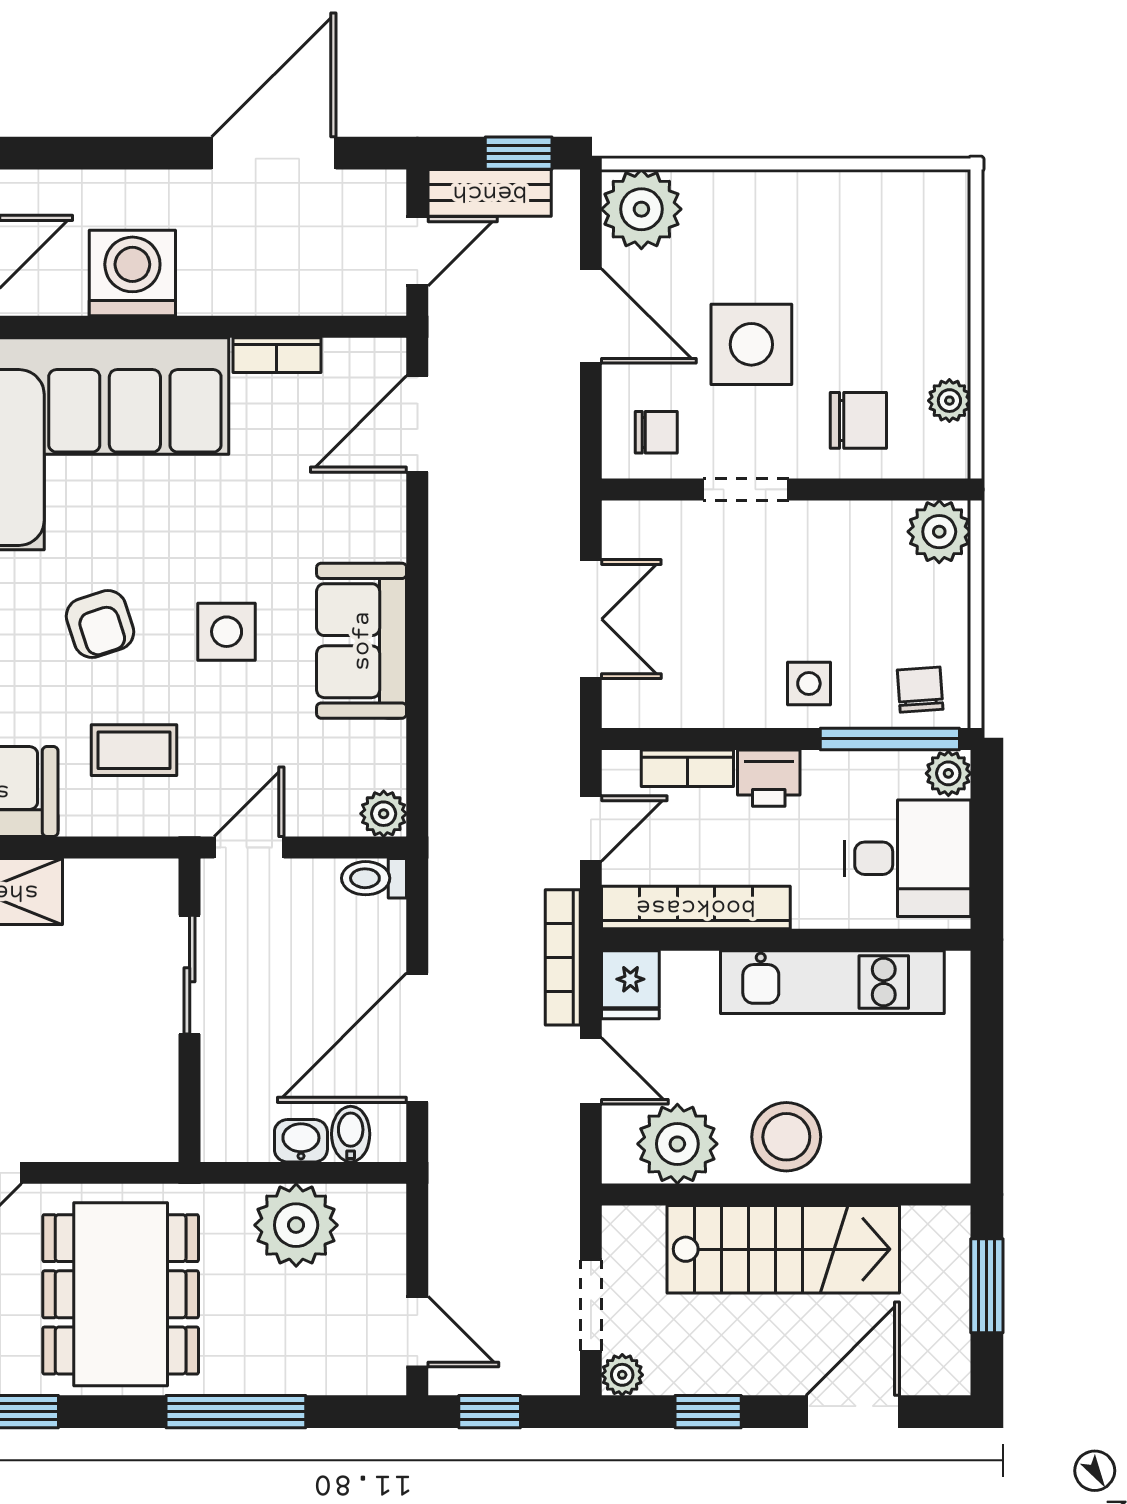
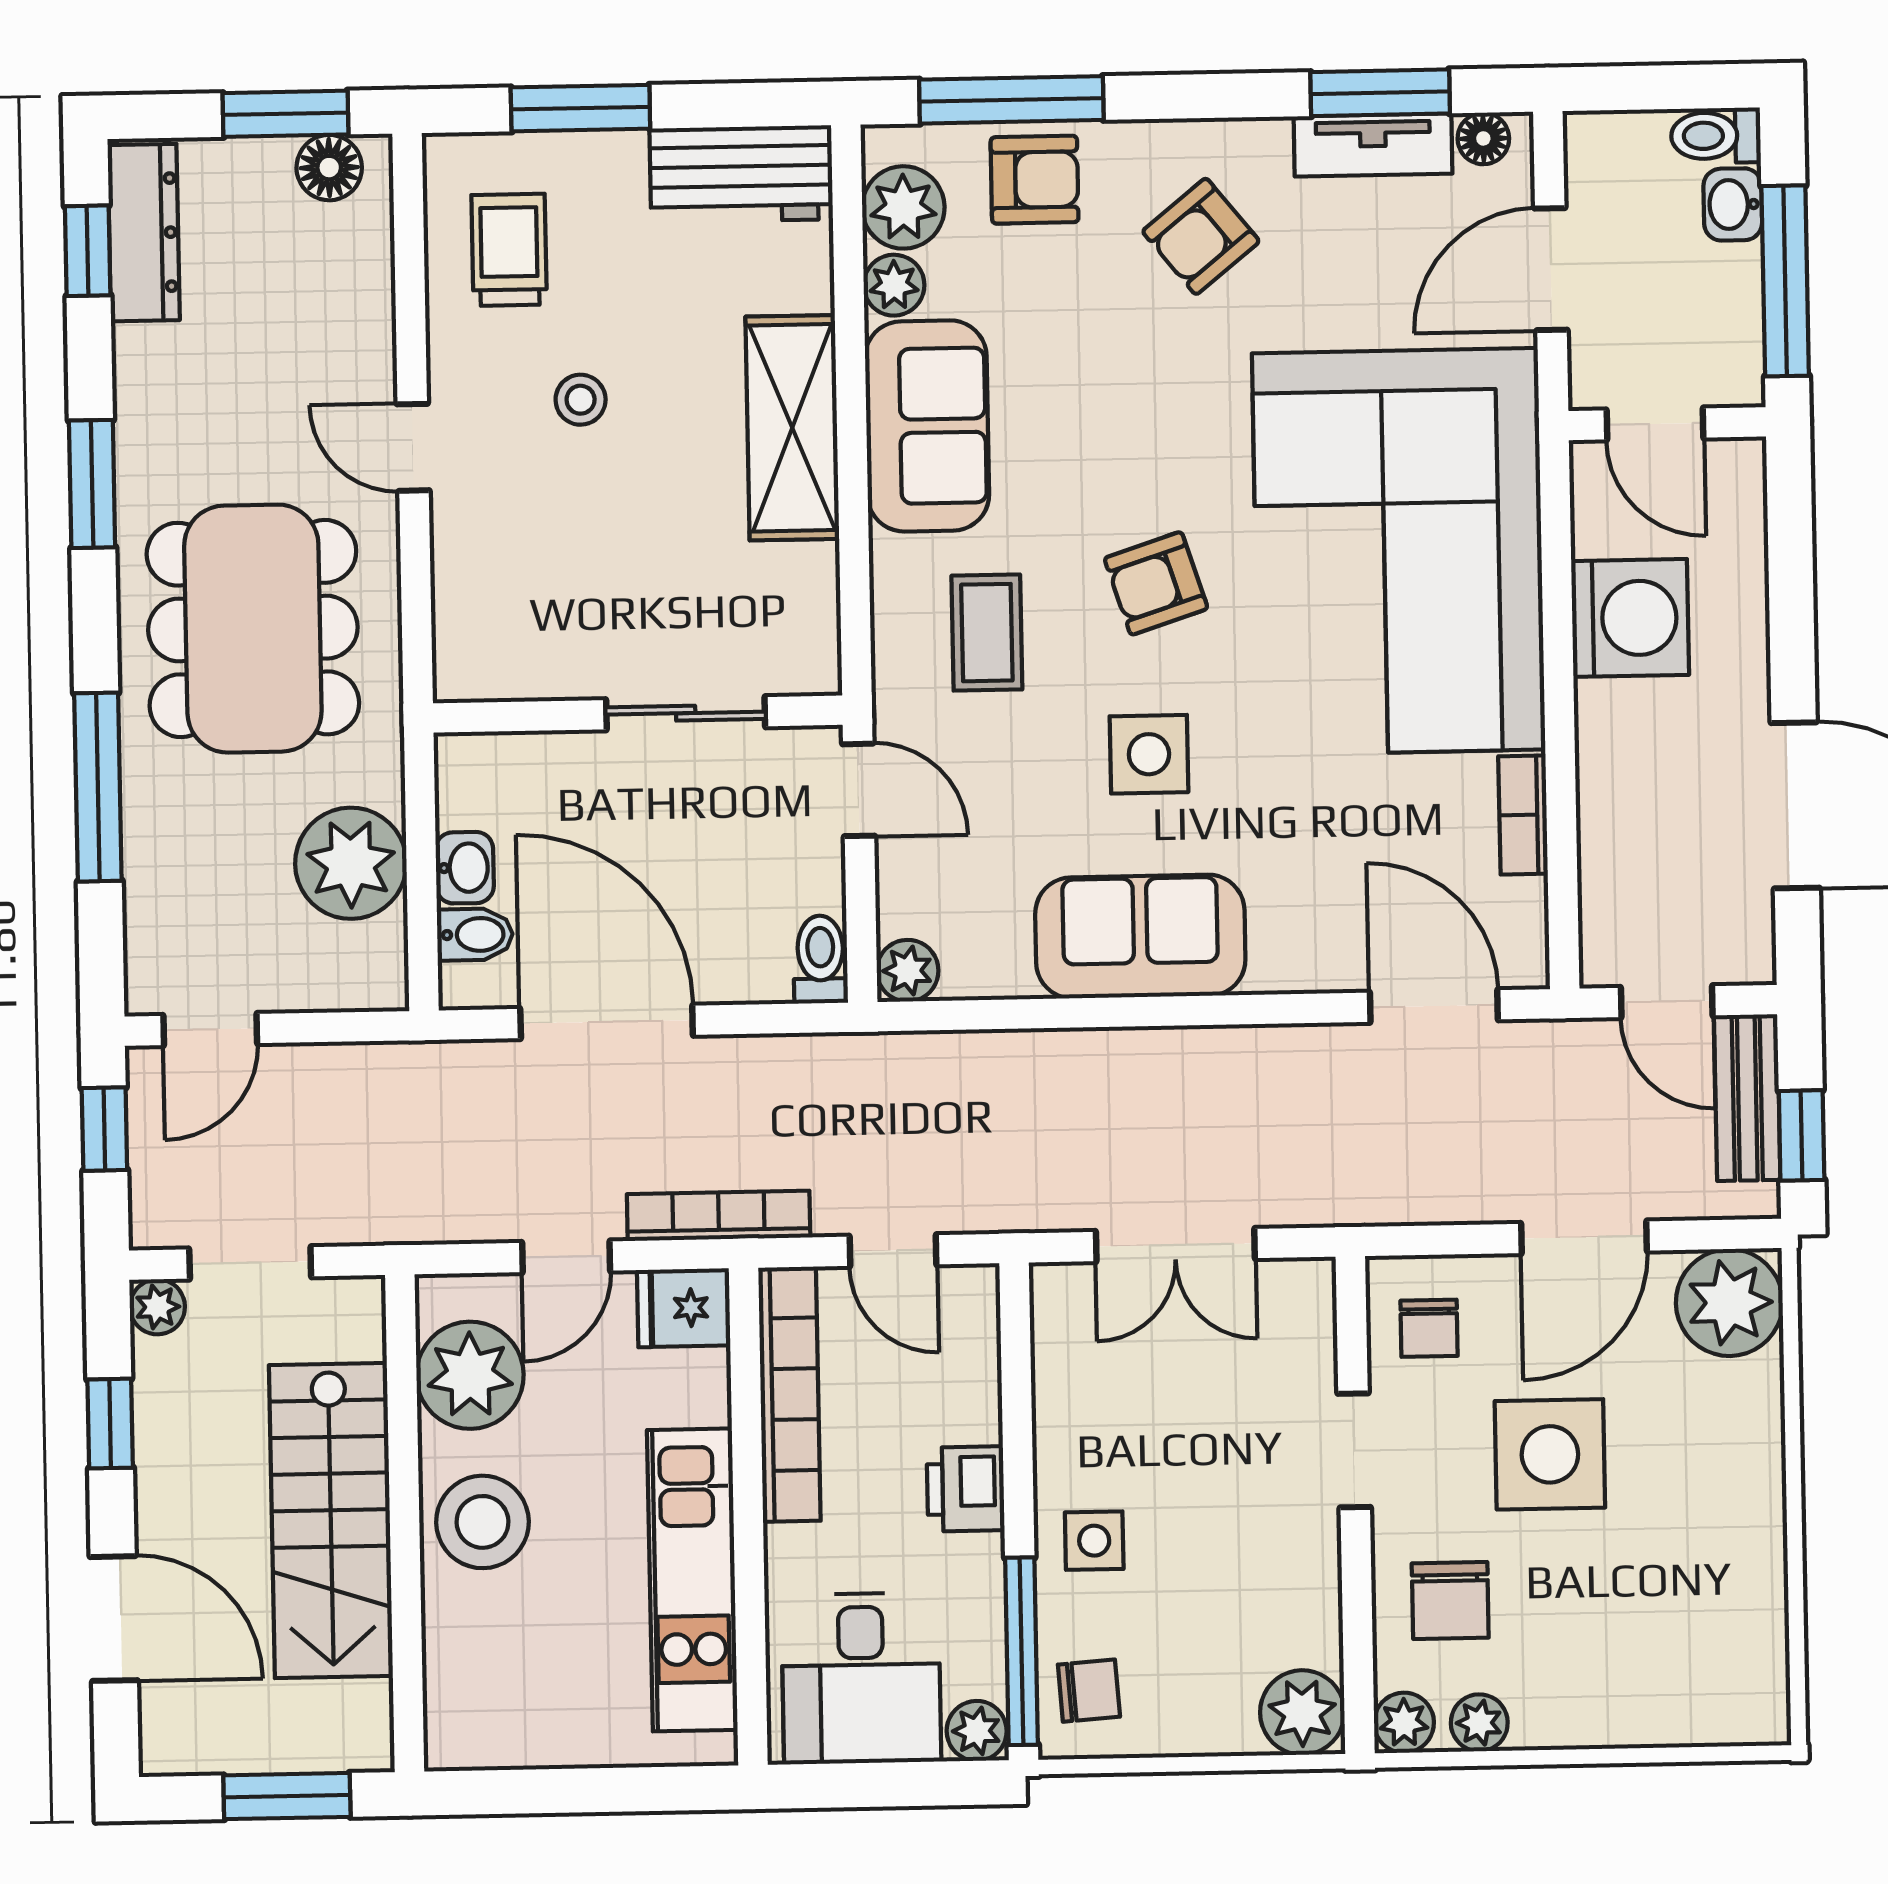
plant: (948, 456) -> (1404, 1723), added
bookcase: (687, 768) -> (977, 1379), removed
dining table: (121, 1294) -> (253, 629), turned 90

